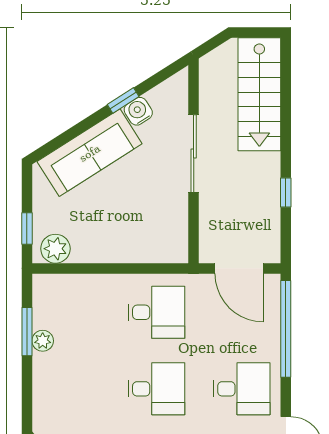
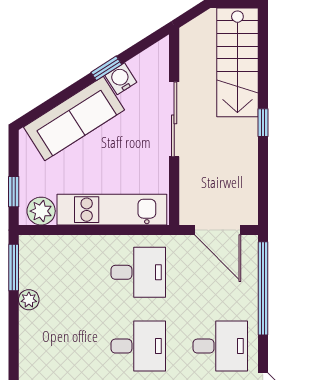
window: (286, 192) -> (263, 123), moved
kitchen unit: (129, 247) -> (112, 210), added
window: (27, 332) -> (14, 267), moved

